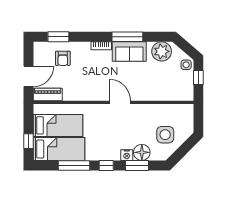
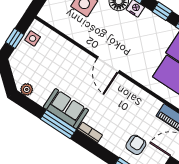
plant: (162, 51) -> (27, 89), width x0.53, depth x0.53
side table: (186, 65) -> (33, 38), moved

